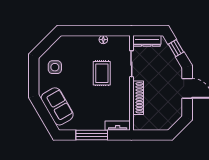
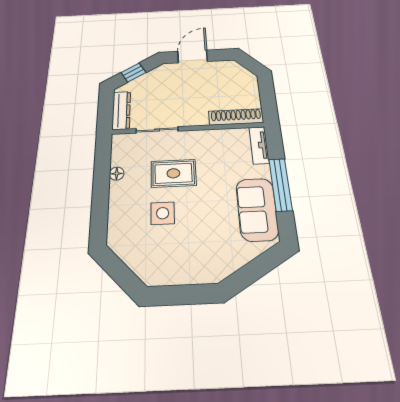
side table: (55, 67) -> (163, 213), moved
shoe rack: (138, 98) -> (236, 117), moved
sofa: (57, 106) -> (257, 209), moved, turned -60

